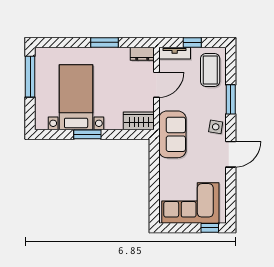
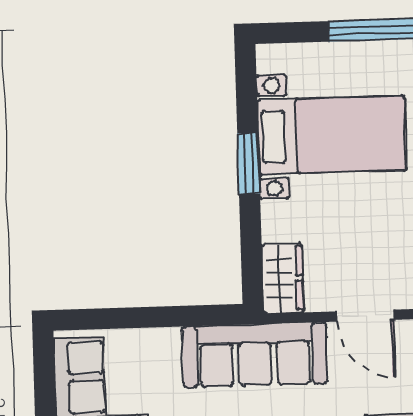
sofa: (172, 134) -> (255, 355), width x1.36

